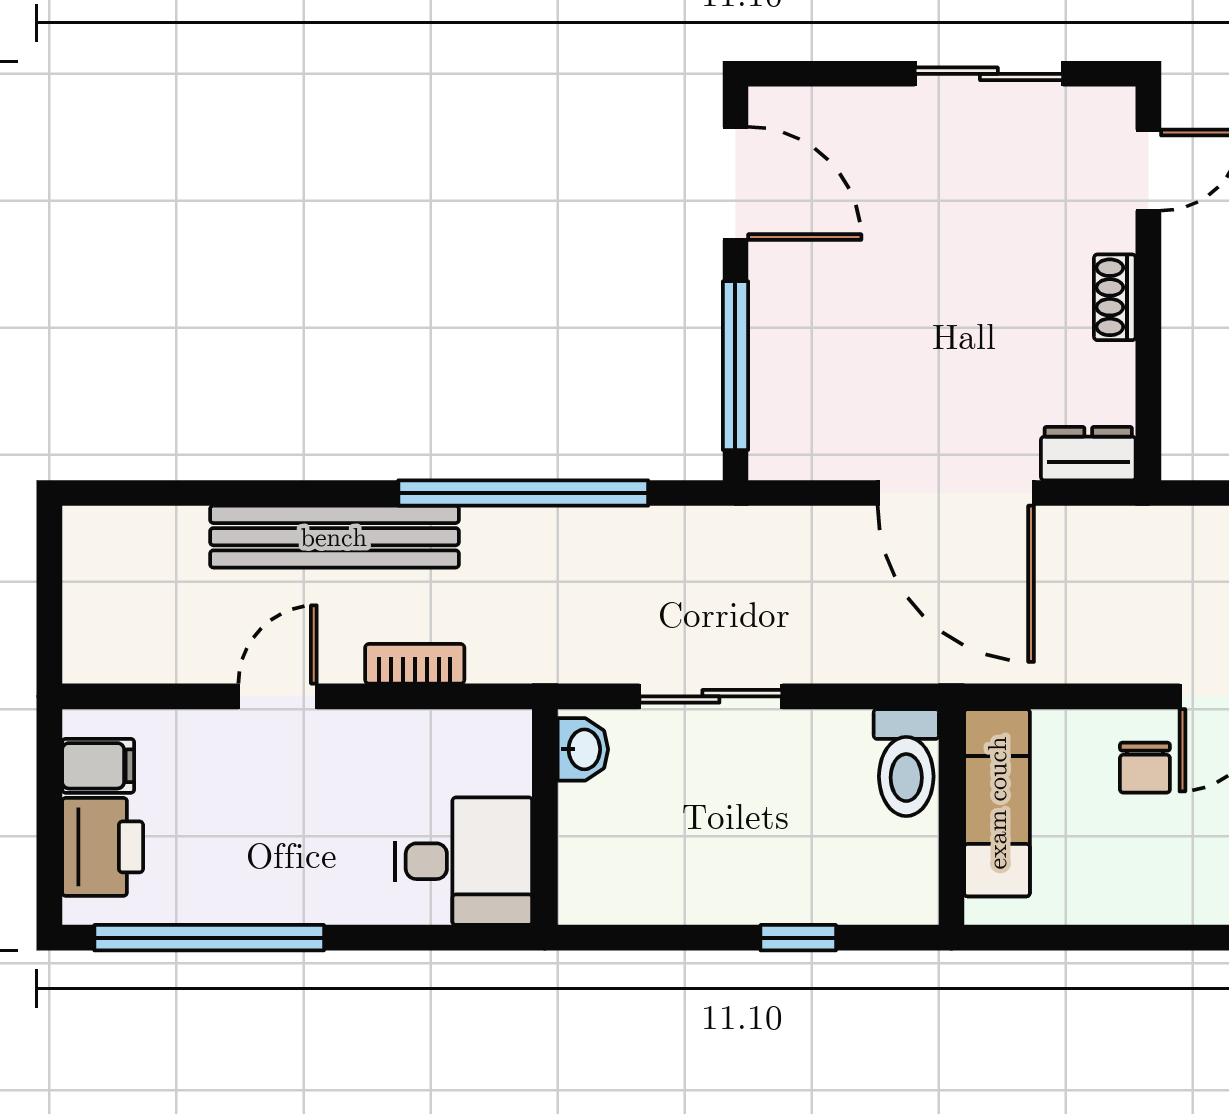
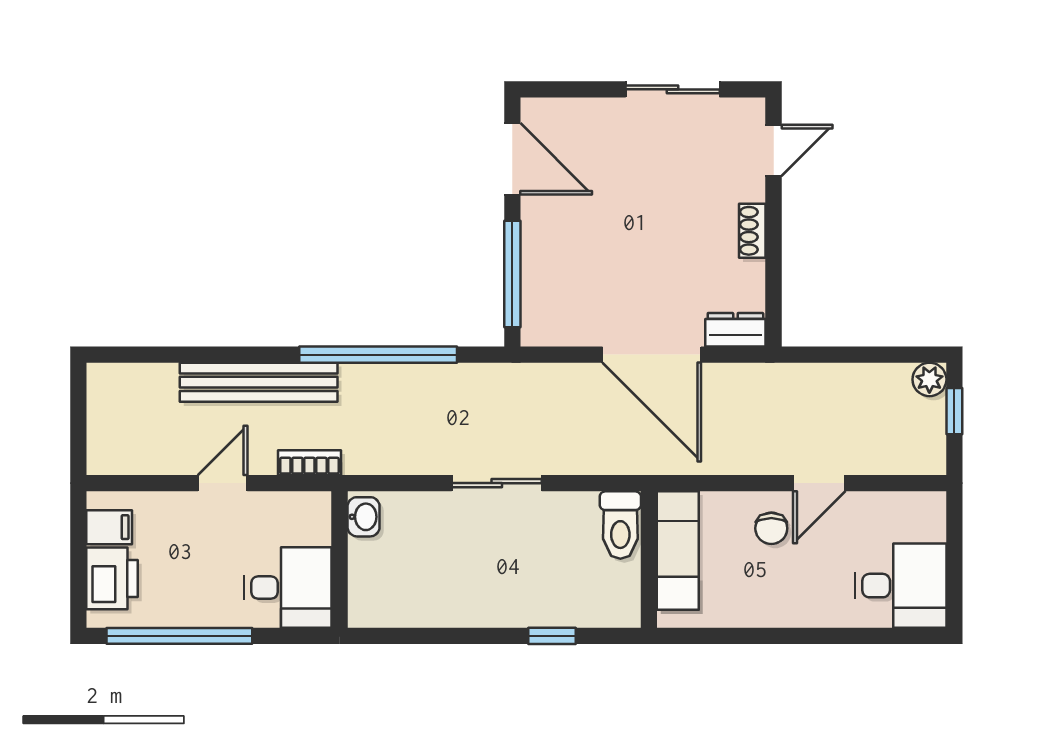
washbasin: (583, 749) -> (364, 517), moved
wall: (545, 817) -> (340, 560), moved
desk: (463, 861) -> (288, 588), moved

